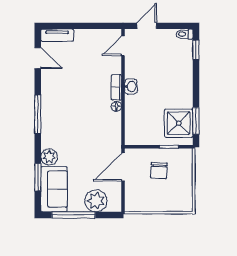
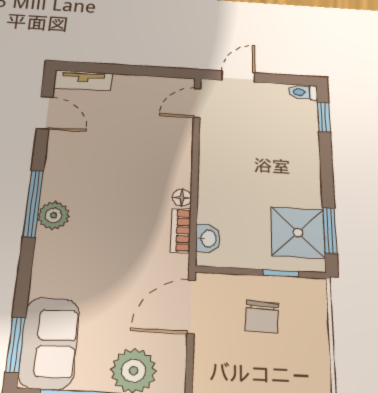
bookcase: (116, 87) -> (181, 230), moved
washbasin: (131, 87) -> (208, 239), moved
plant: (49, 157) -> (54, 215), moved
window: (38, 177) -> (15, 345), moved

